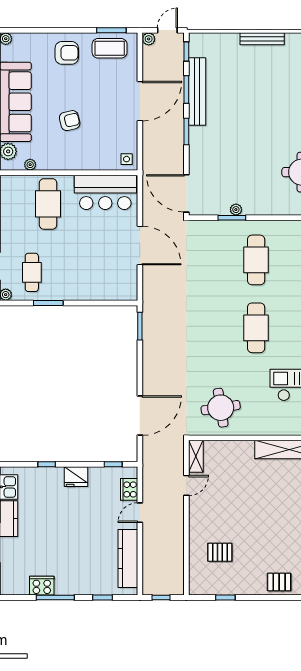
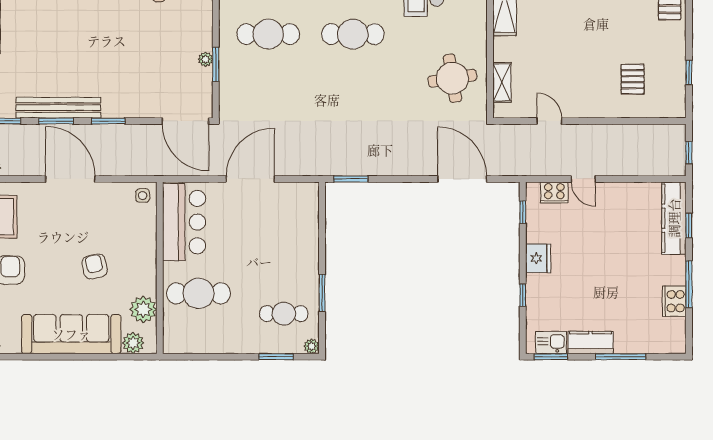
plant: (30, 165) -> (143, 309), width x1.87, depth x1.87
door: (186, 193) -> (185, 121), hinge flipped
shelving: (196, 456) -> (502, 82), moved, turned 90
kitchen counter: (128, 558) -> (674, 218), moved, turned 90

